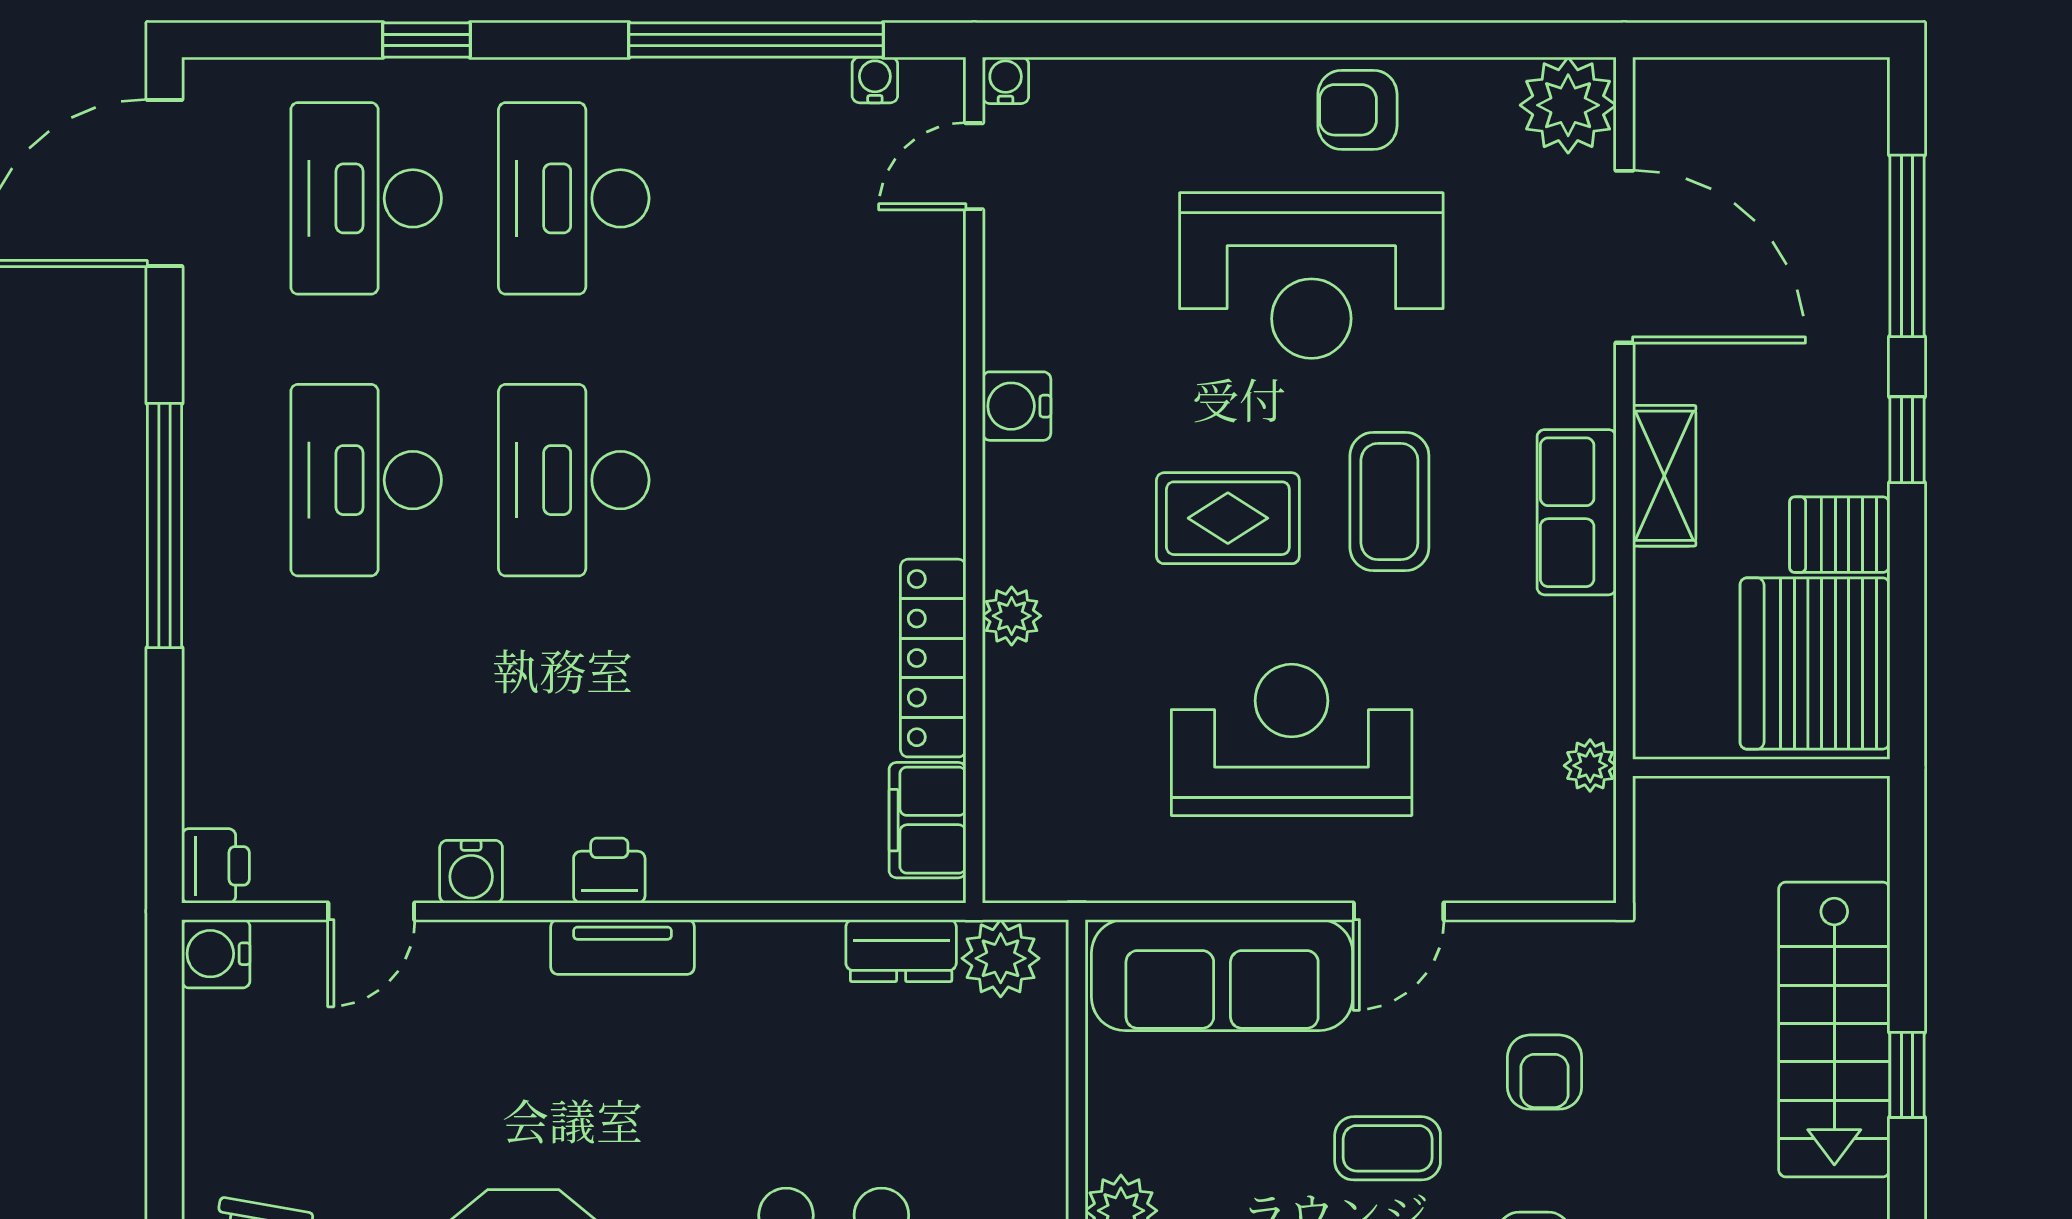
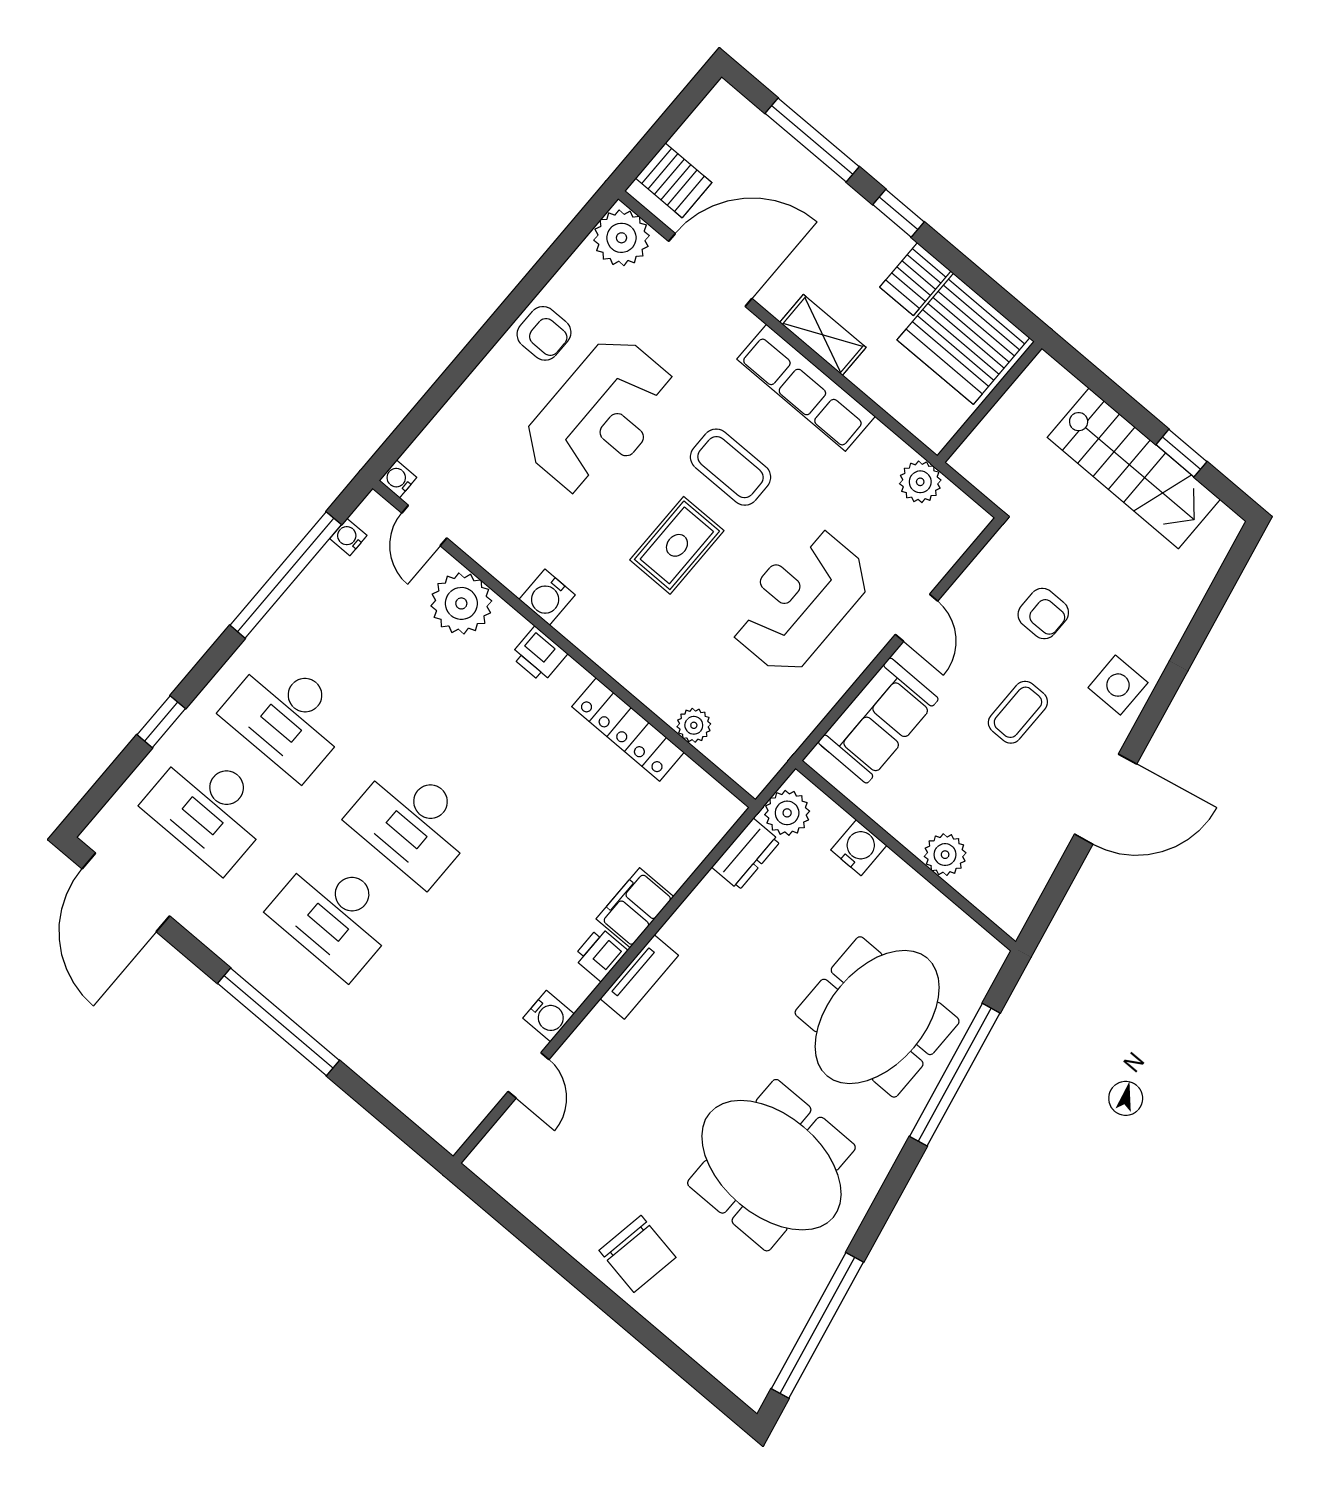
armchair: (1357, 110) -> (544, 333), turned -90
server rack: (1701, 110) -> (674, 180), added
plant: (913, 301) -> (461, 603), added
row of seats: (1577, 512) -> (806, 388), width x1.48
plant: (1012, 616) -> (694, 725), moved
plant: (1590, 766) -> (920, 482), width x1.38, depth x1.38
filing cabinet: (927, 820) -> (635, 908), moved, turned 90
printer: (215, 866) -> (539, 655), moved, turned 180
water cooler: (216, 954) -> (859, 848), moved, turned 180
sofa: (1222, 975) -> (878, 721), width x0.73

